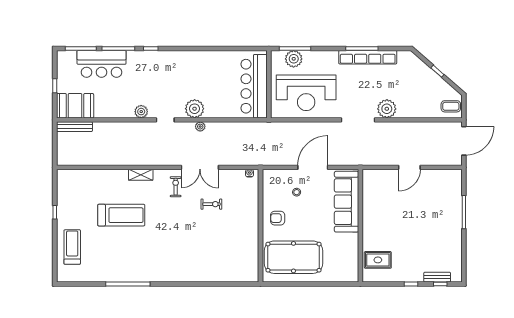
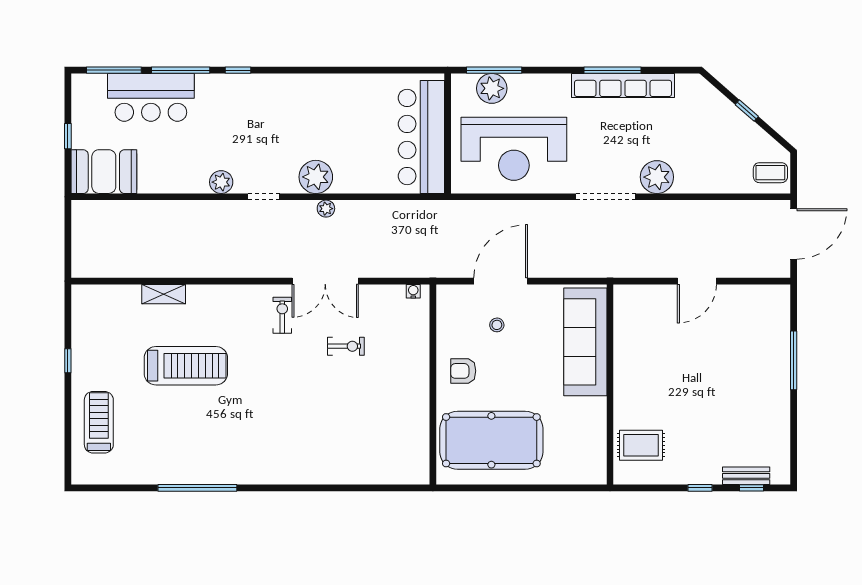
bench: (74, 127) -> (103, 209), removed
door: (313, 167) -> (501, 281), moved
shelving: (141, 175) -> (164, 294), moved

